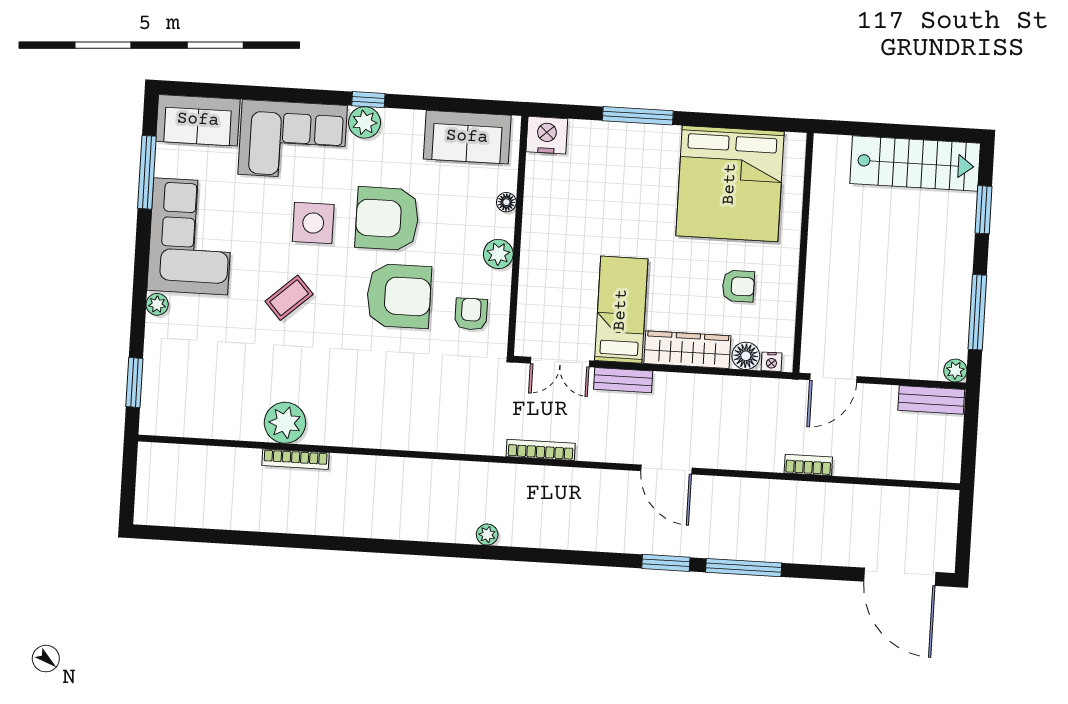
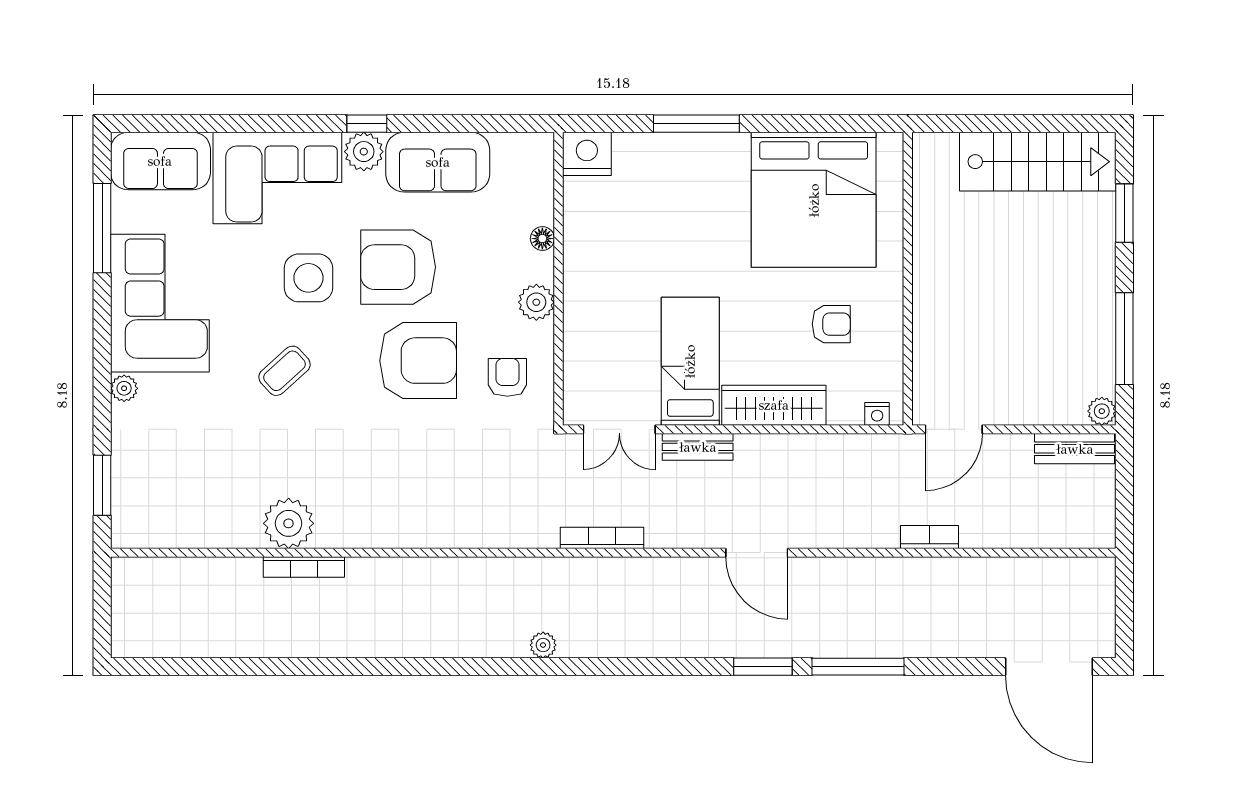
sofa: (467, 137) -> (438, 162), moved
floor lamp: (746, 356) -> (845, 408), removed

